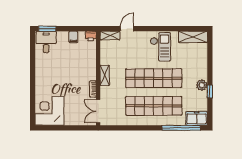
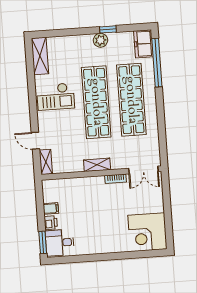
printer: (91, 36) -> (51, 223), moved
checkout: (160, 47) -> (56, 97), turned 180

